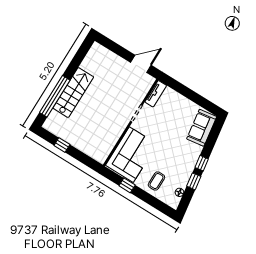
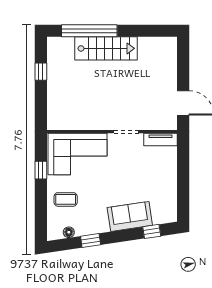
sofa: (202, 128) -> (130, 216), moved
window: (202, 163) -> (152, 231), moved

